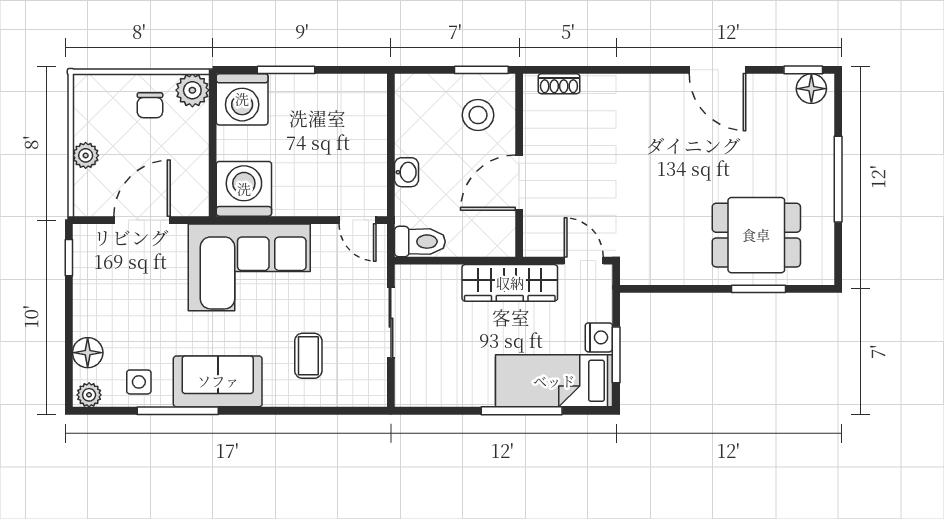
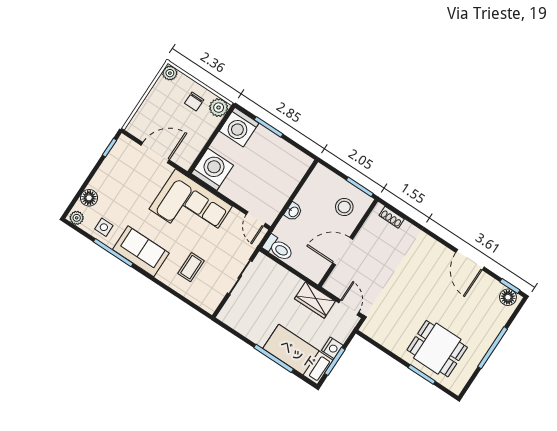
plant: (86, 155) -> (170, 73), moved
wardrobe: (510, 283) -> (315, 300), width x0.67

